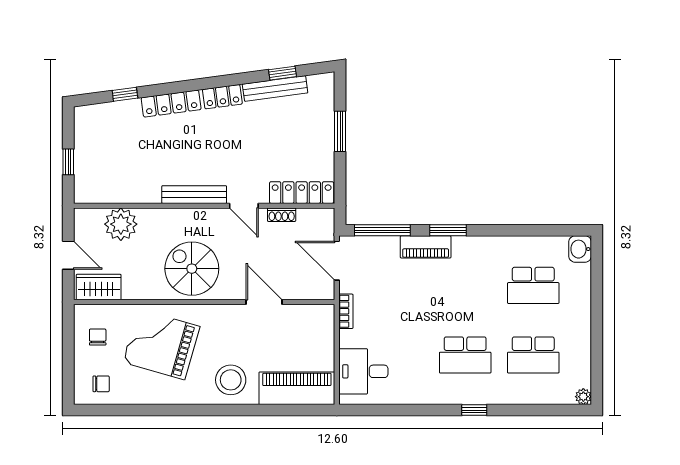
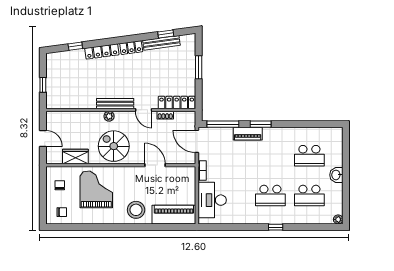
plant: (121, 224) -> (109, 116), moved, width x0.53, depth x0.53
washbasin: (580, 249) -> (336, 175), moved
wardrobe: (99, 287) -> (75, 157), moved
grand piano: (161, 344) -> (96, 189), turned 74
desk: (363, 371) -> (212, 200), width x1.37

